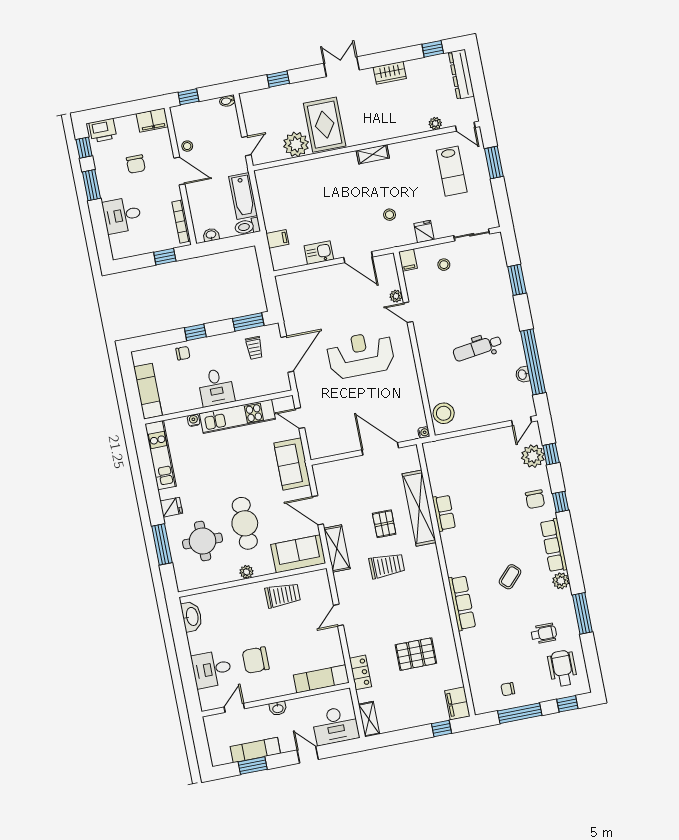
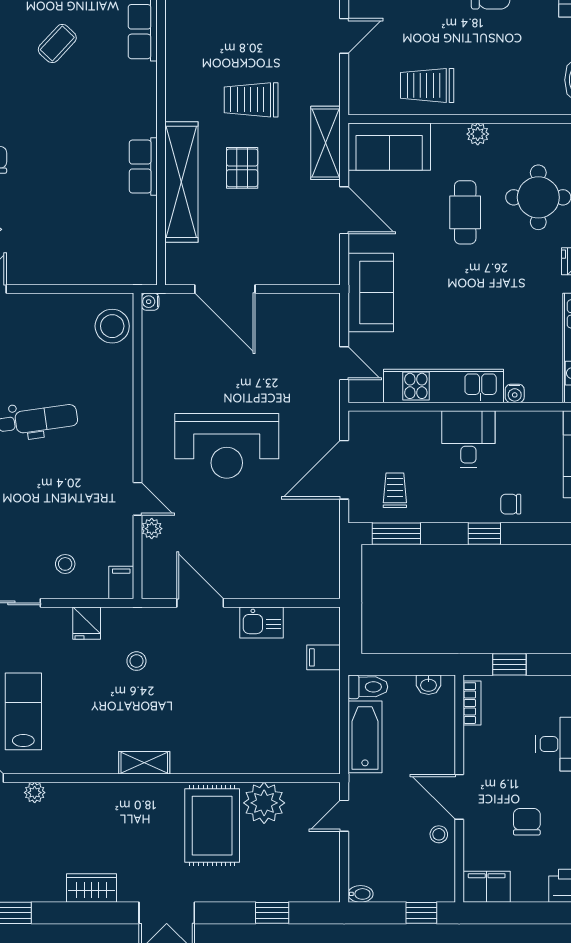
bookcase: (181, 221) -> (472, 703), width x0.64
cafe table: (245, 523) -> (465, 212), width x0.73, depth x0.74

